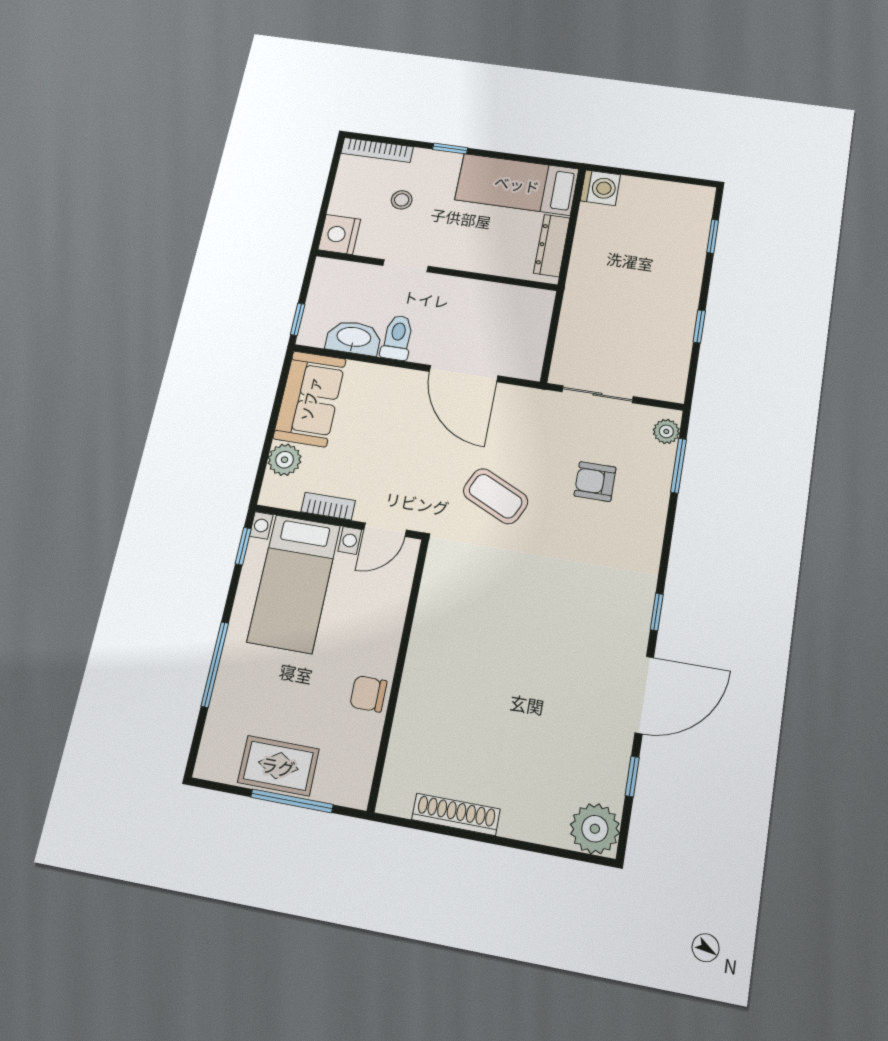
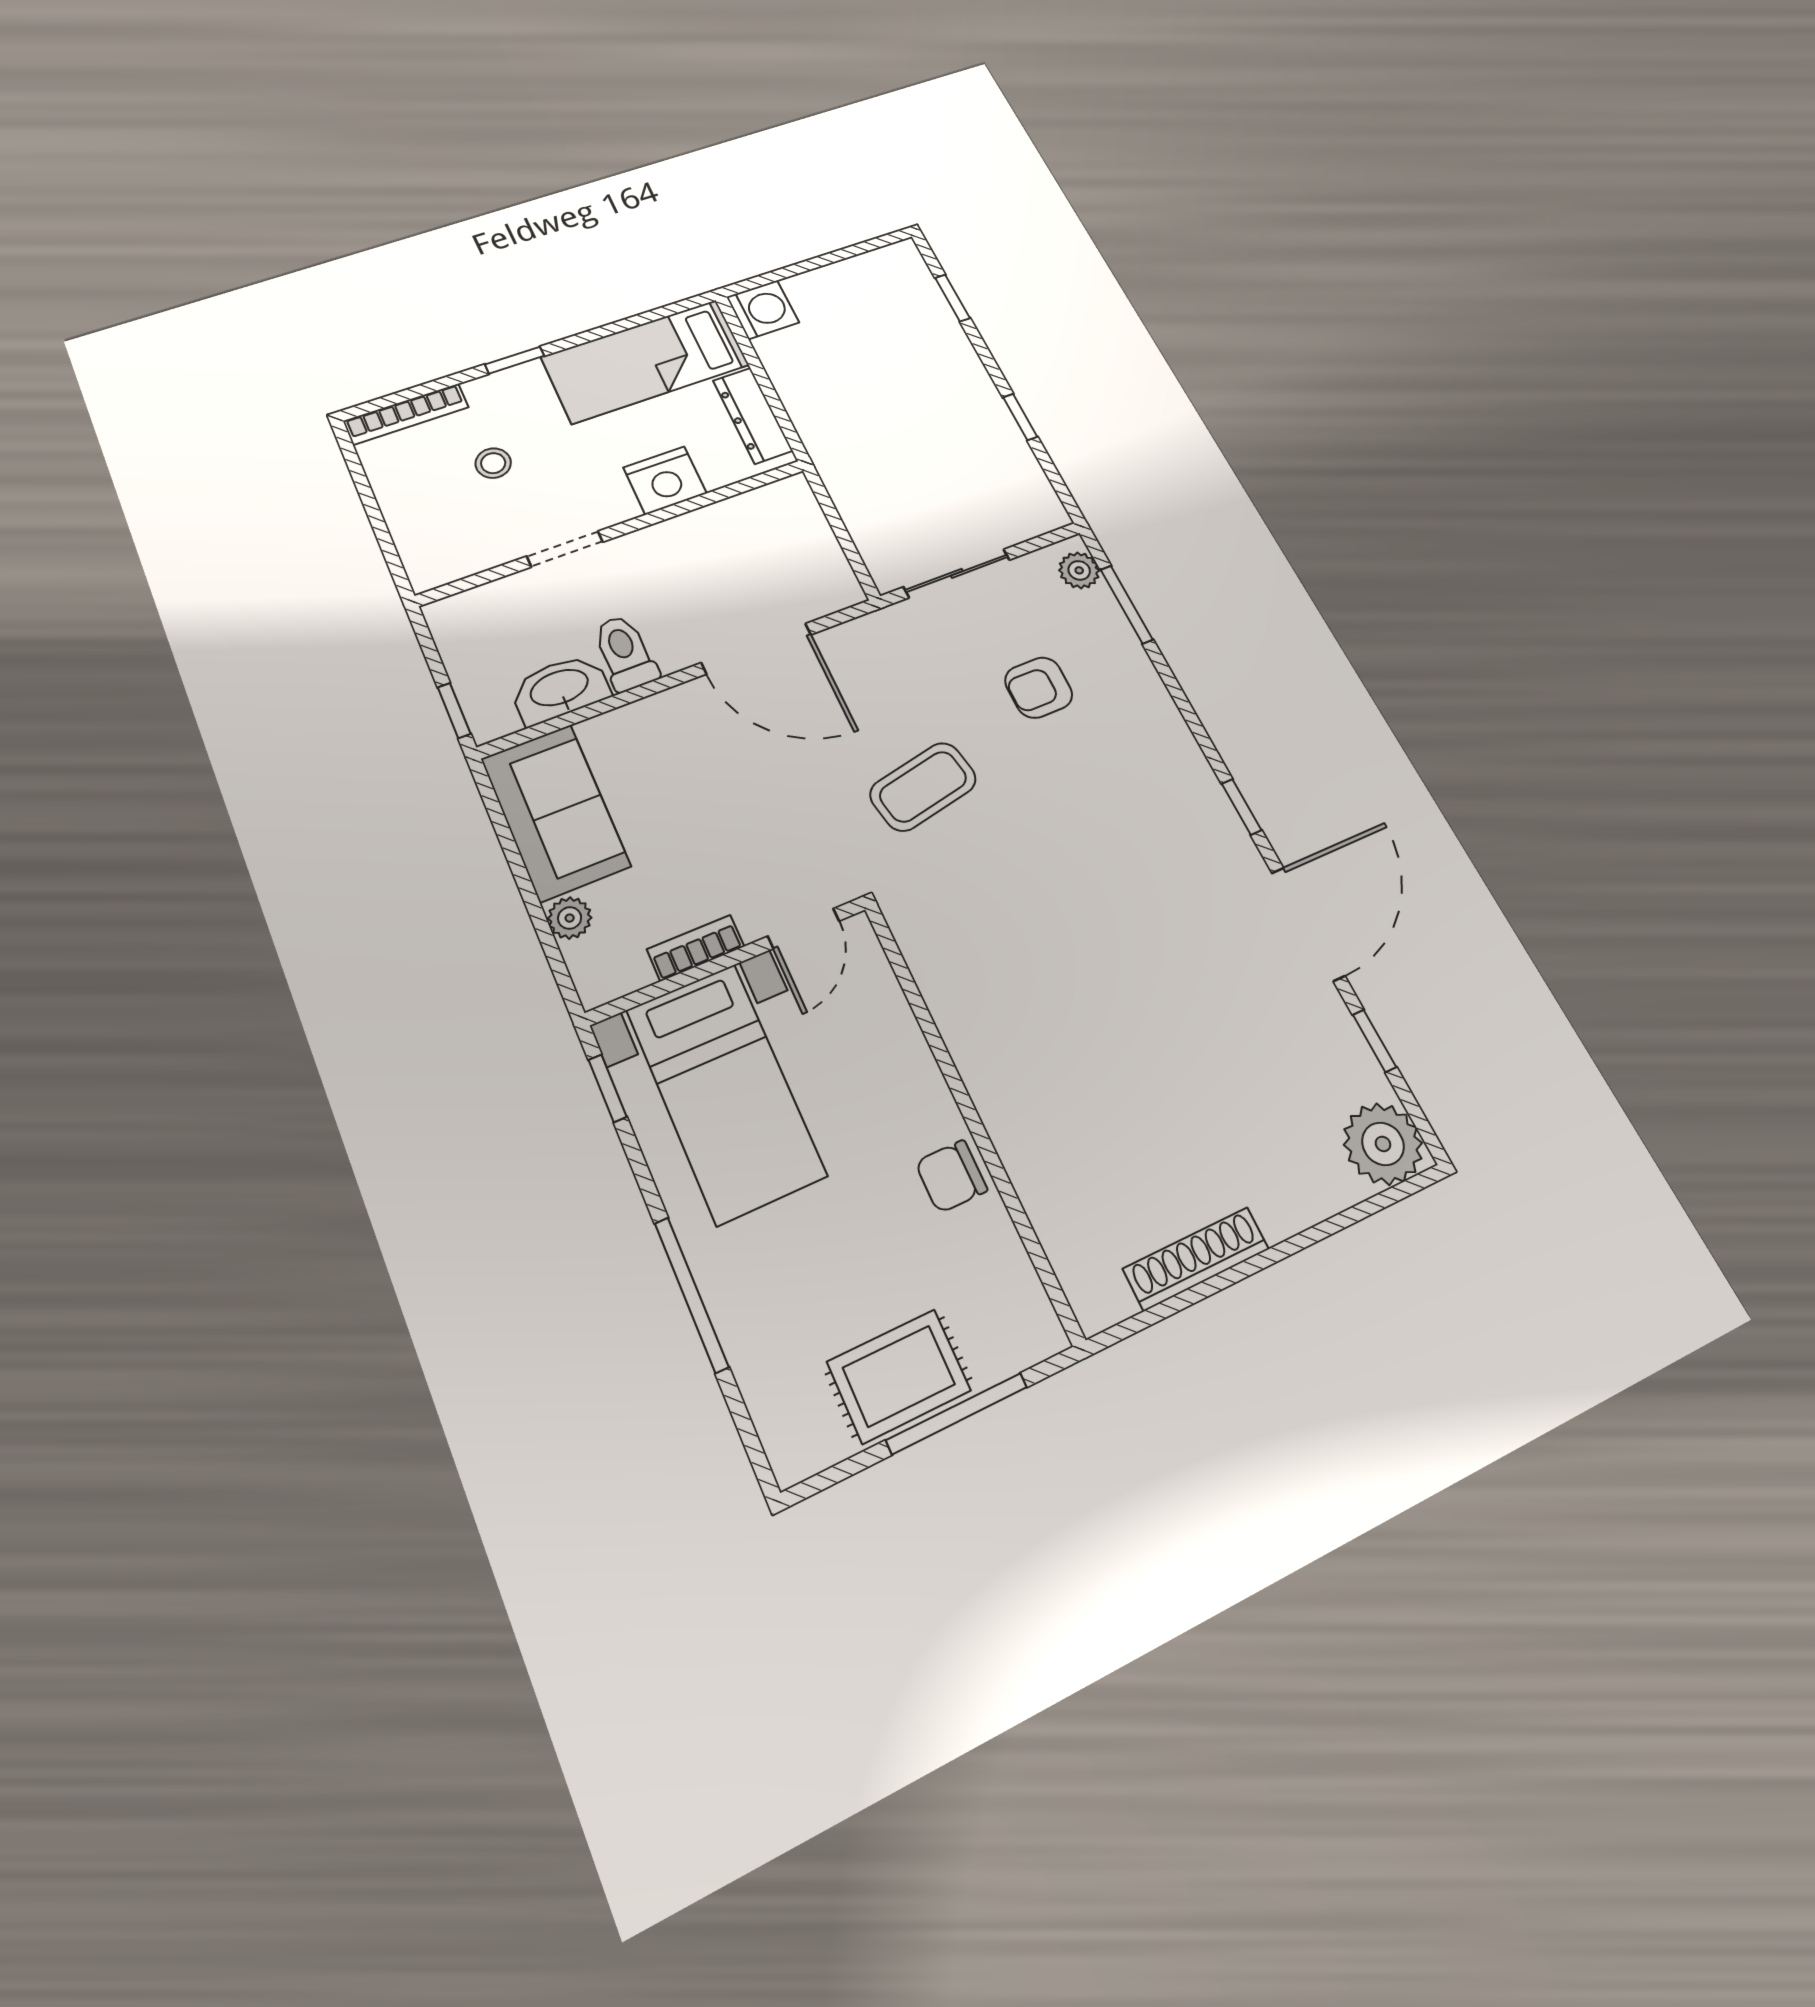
nightstand: (339, 234) -> (665, 480), moved, turned -90
plant: (285, 460) -> (570, 918), width x0.73, depth x0.73
coffee table: (496, 496) -> (923, 787), turned -36

